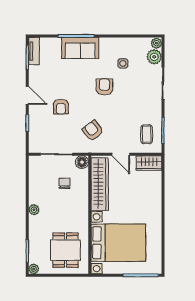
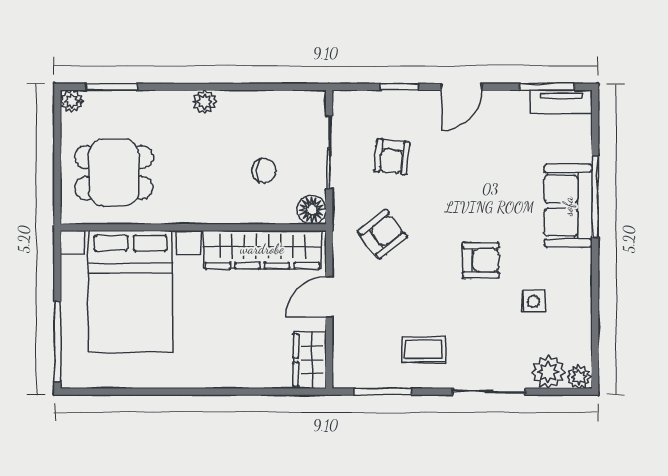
armchair: (61, 107) -> (392, 157), moved, turned -84
coffee table: (147, 134) -> (424, 349), moved

